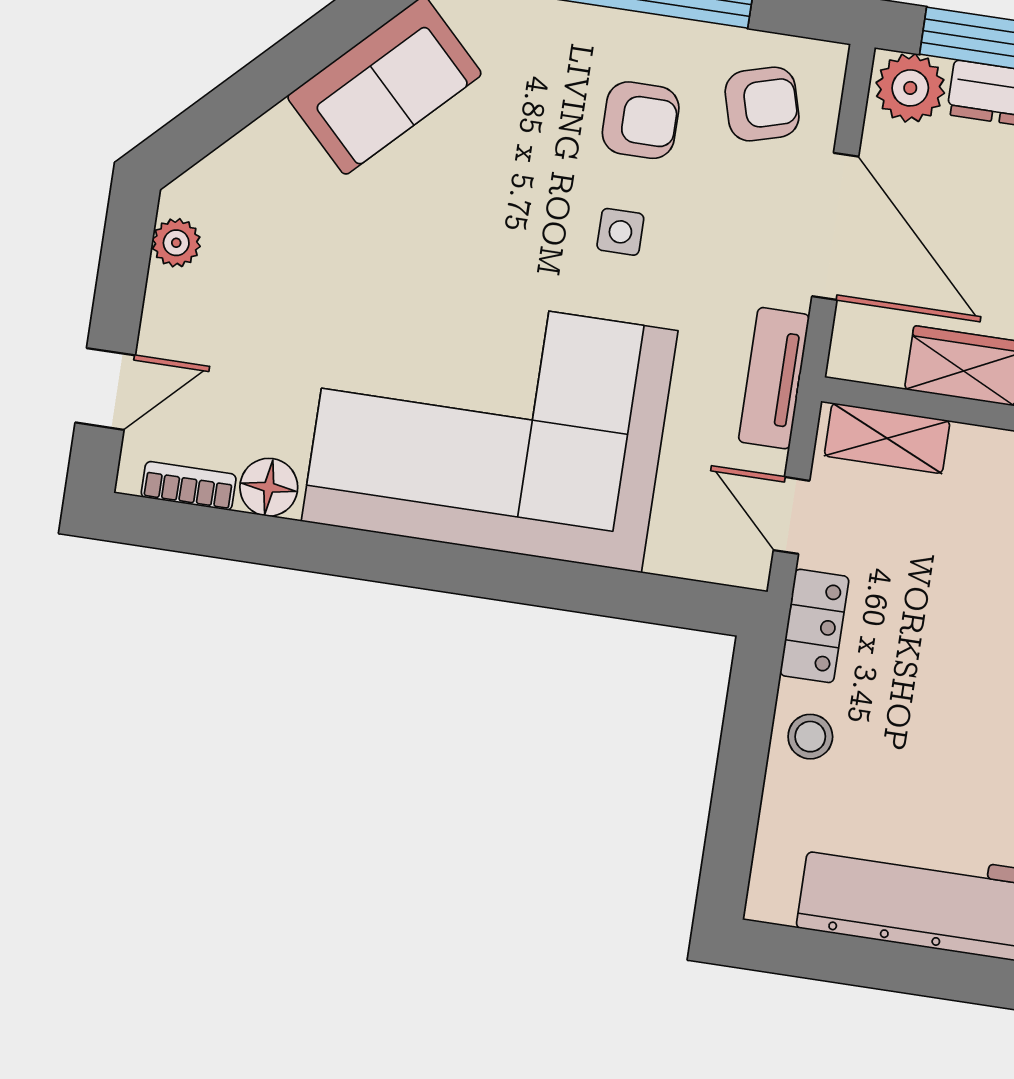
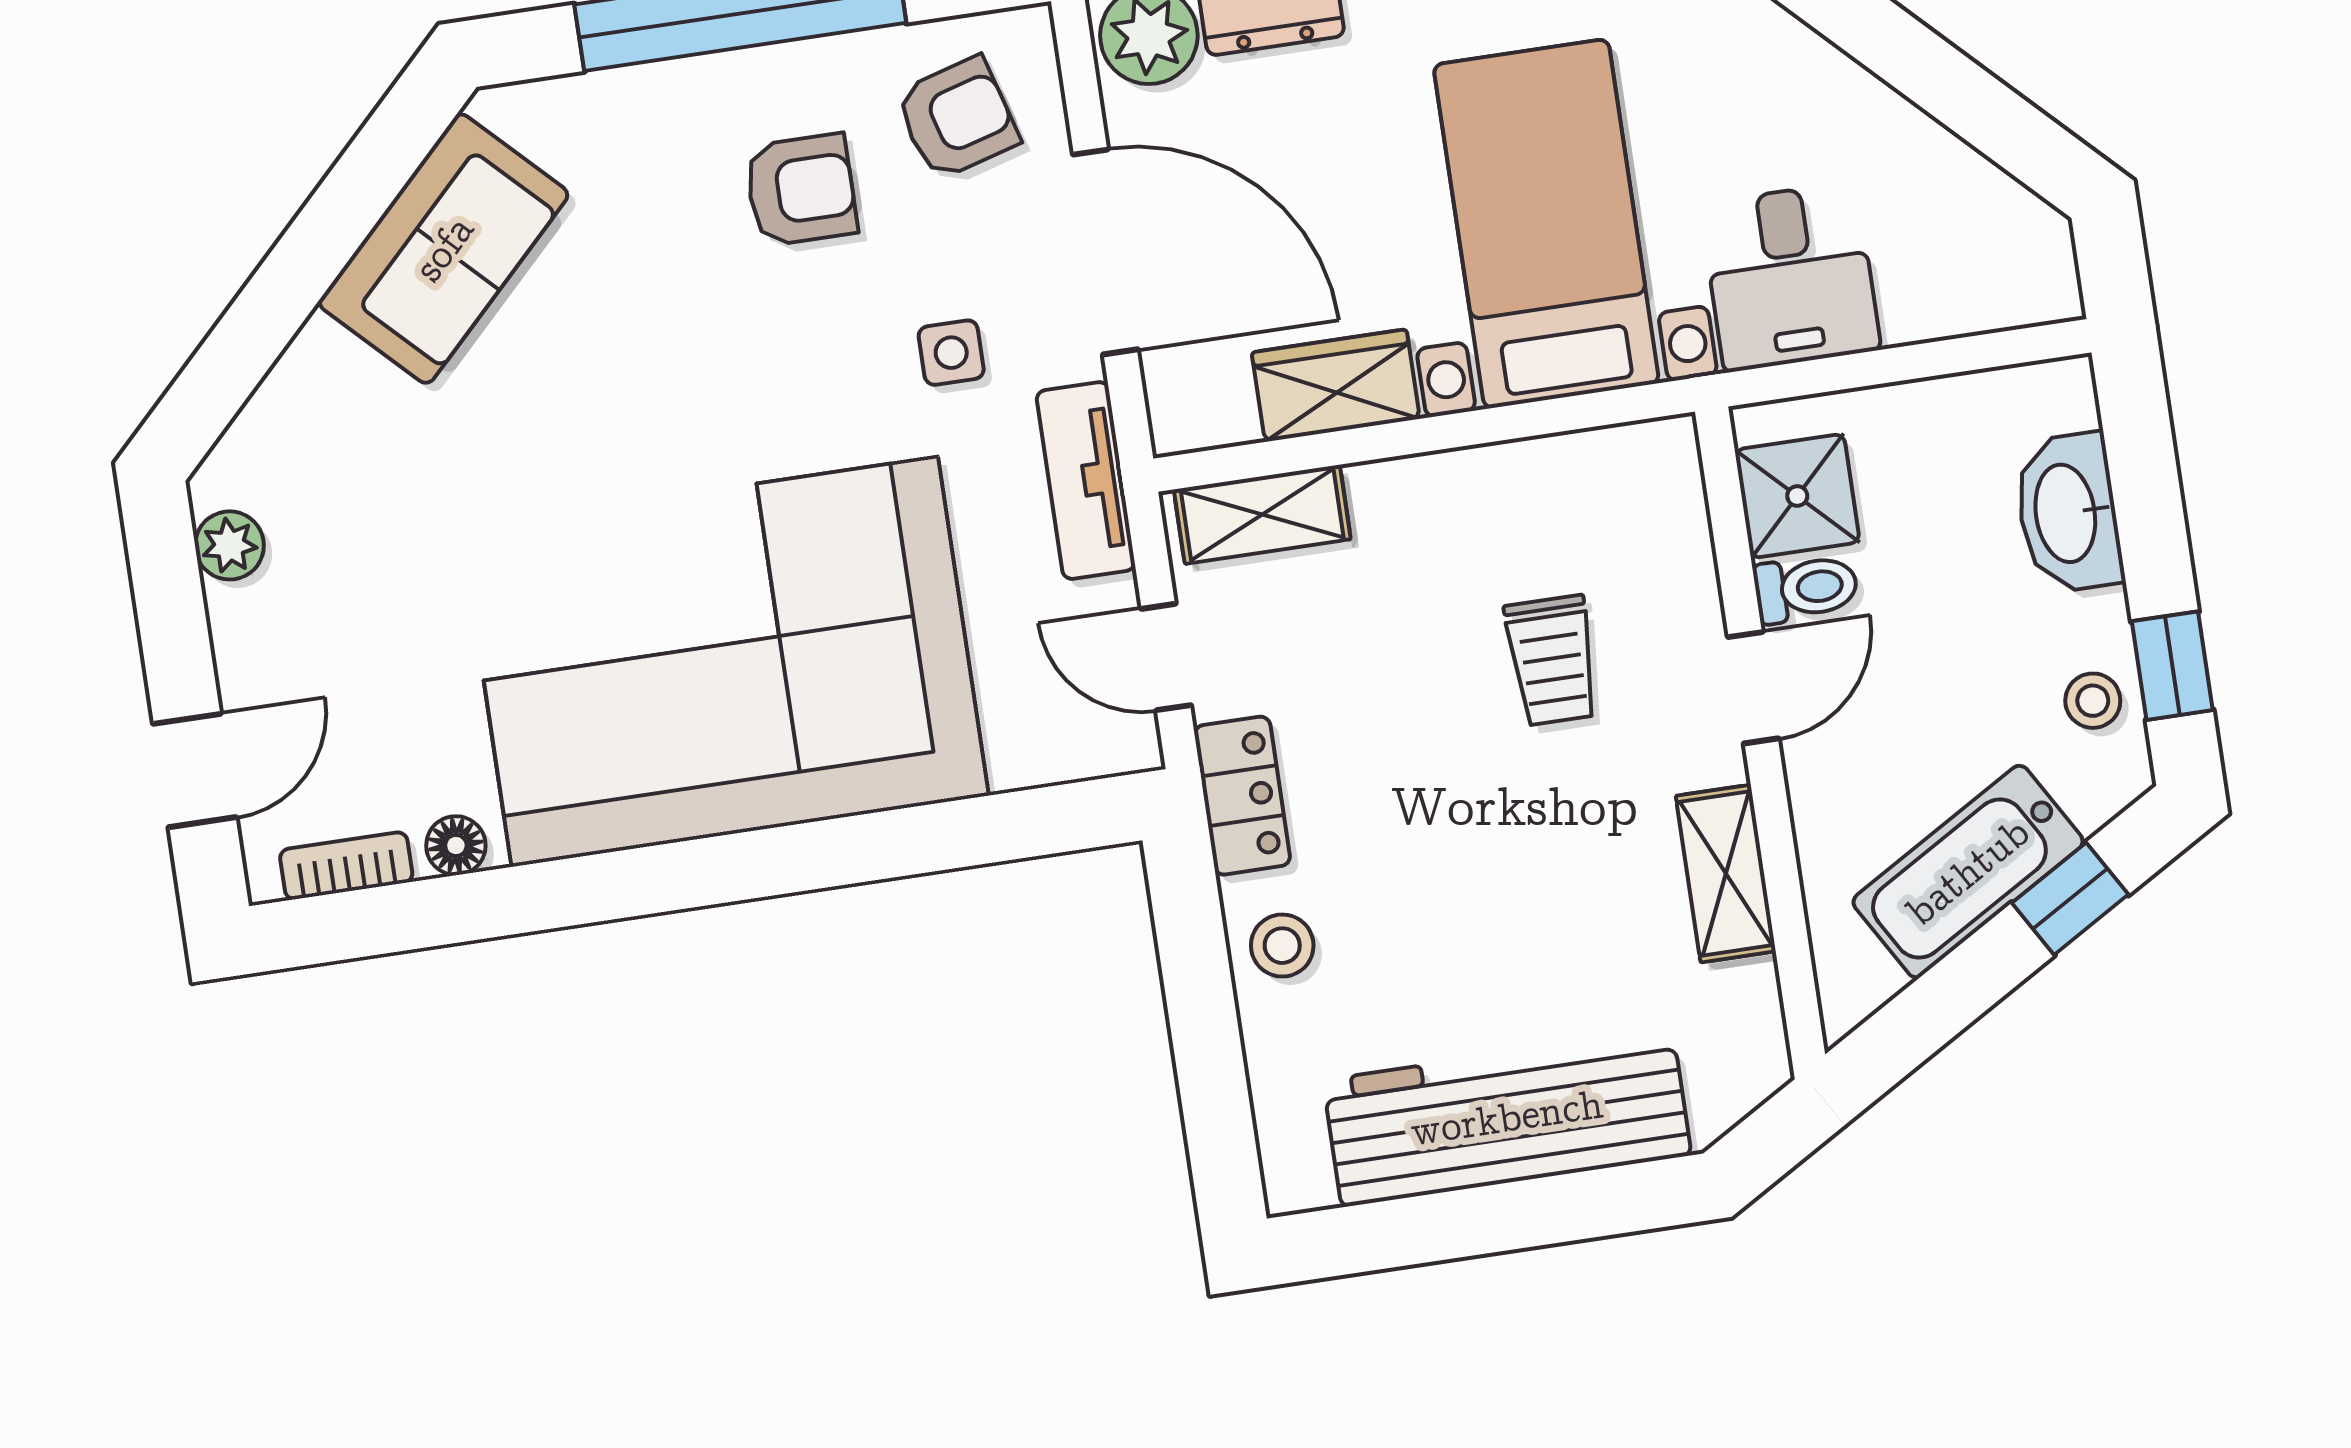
side table: (620, 232) -> (951, 353), moved
floor lamp: (269, 487) -> (456, 846), width x0.73, depth x0.73

